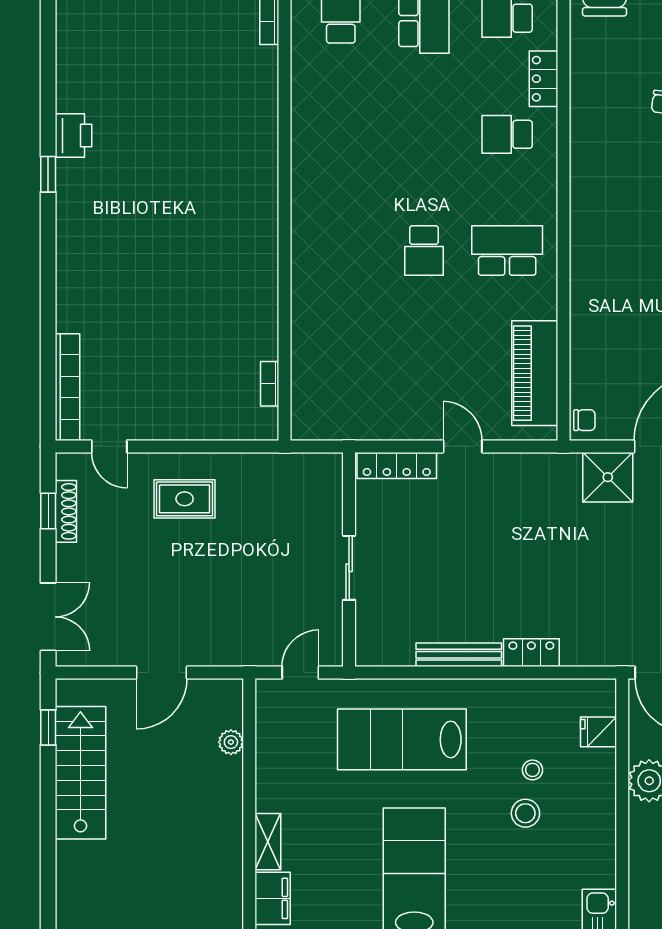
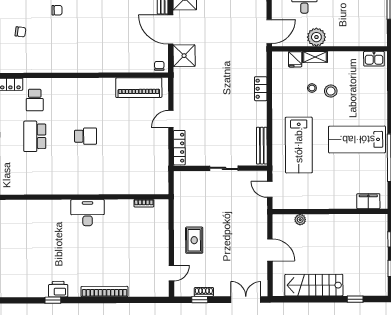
printer: (73, 136) -> (58, 289), moved
school desk: (507, 250) -> (35, 136), moved
desk: (248, 255) -> (88, 213), added
bookcase: (68, 387) -> (104, 292), moved
shoe rack: (66, 511) -> (204, 292), width x0.70
bench: (459, 655) -> (262, 146), moved
window: (48, 727) -> (355, 299), moved
shelving: (268, 842) -> (315, 57), moved

